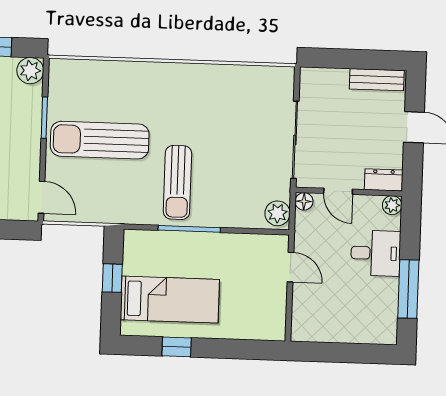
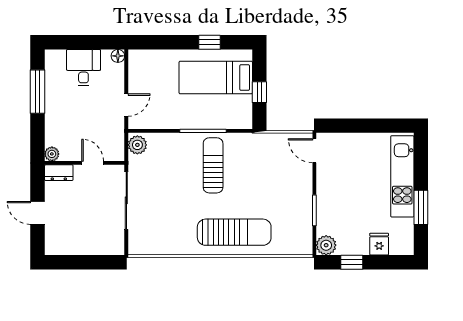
bench: (377, 80) -> (67, 247), removed
sun lounger: (100, 140) -> (234, 232), moved
floor lamp: (304, 201) -> (118, 56), moved
desk: (376, 253) -> (83, 68), moved, turned 90
door: (290, 267) -> (126, 105), swing flipped

